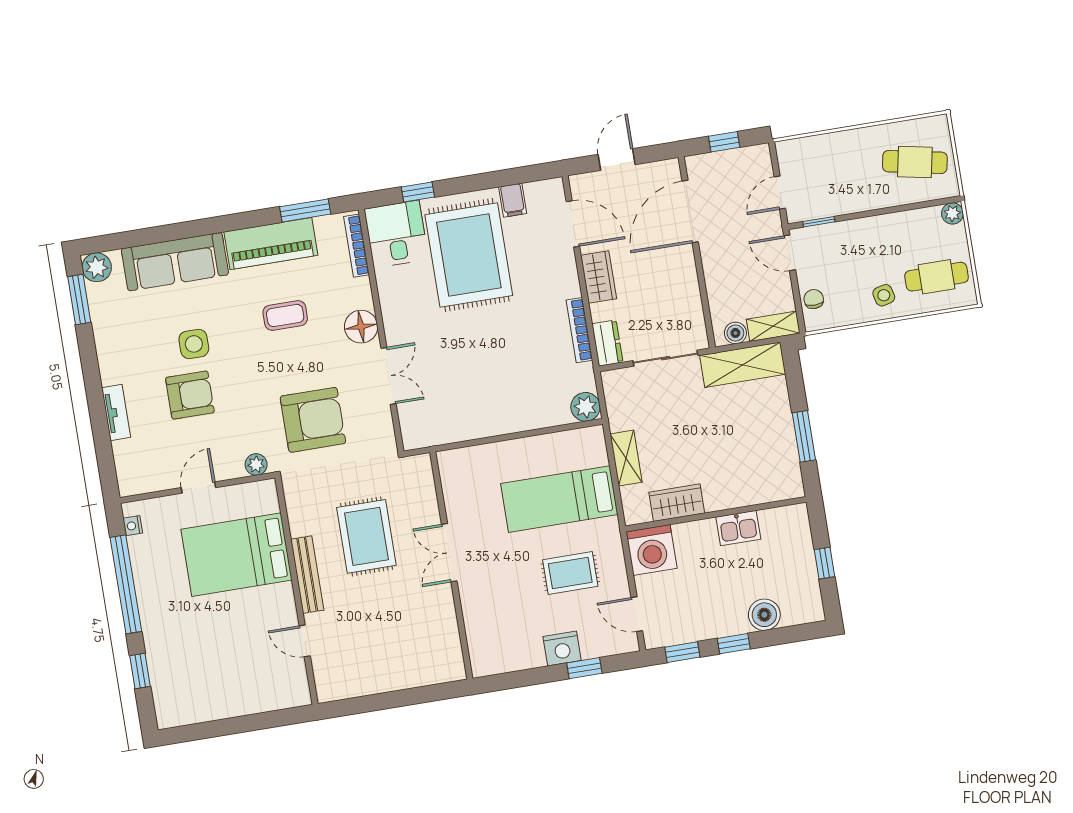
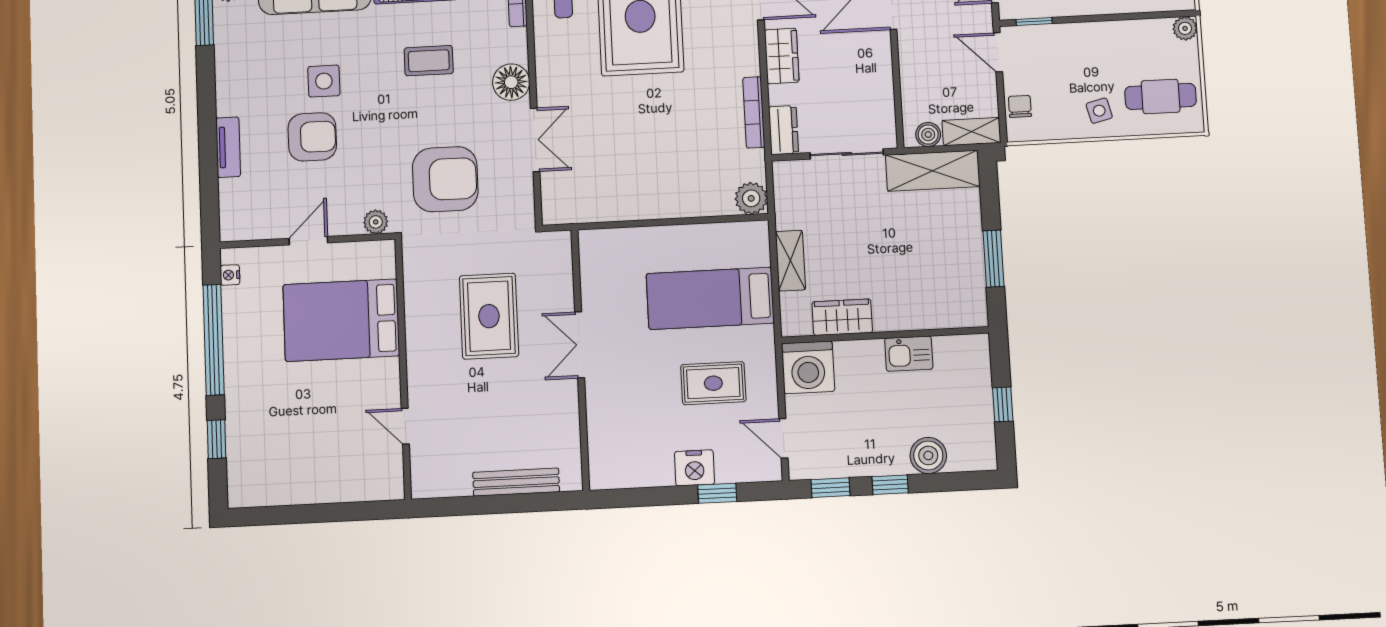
bench: (307, 575) -> (516, 482), moved, turned 90

